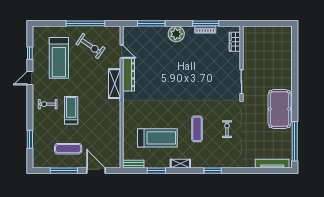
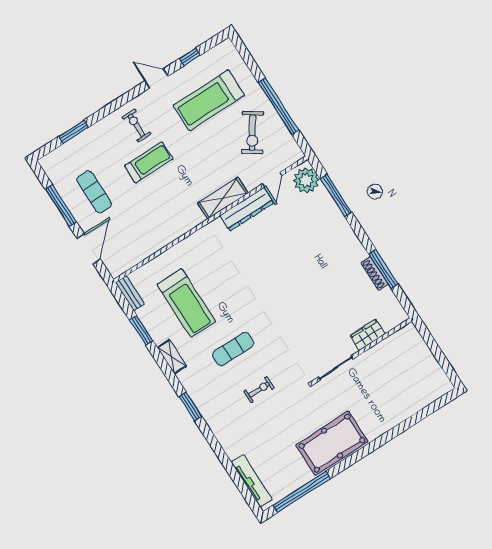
plant: (176, 34) -> (306, 180), moved
wardrobe: (235, 42) -> (368, 335), moved

